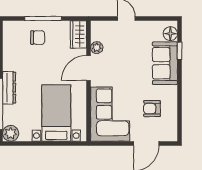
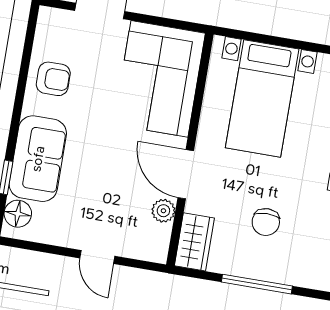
chair: (38, 38) -> (266, 222), moved, turned -90
door: (89, 68) -> (186, 174), swing flipped
armchair: (152, 109) -> (53, 79), moved

